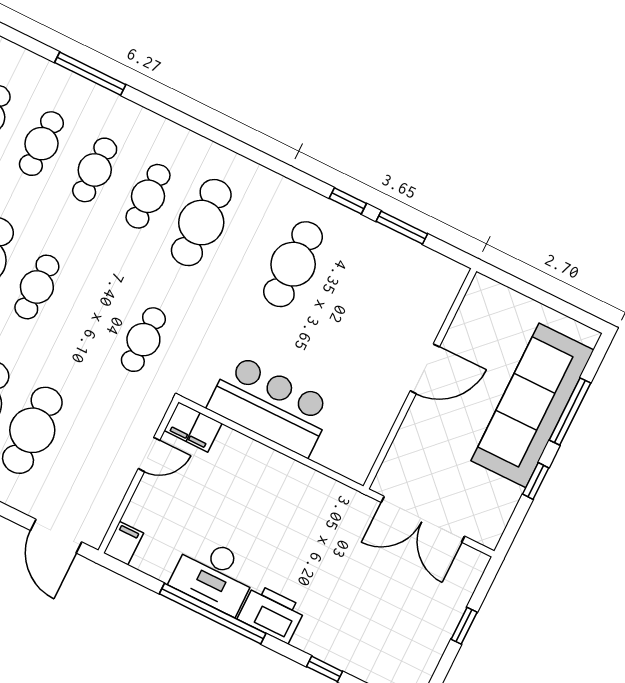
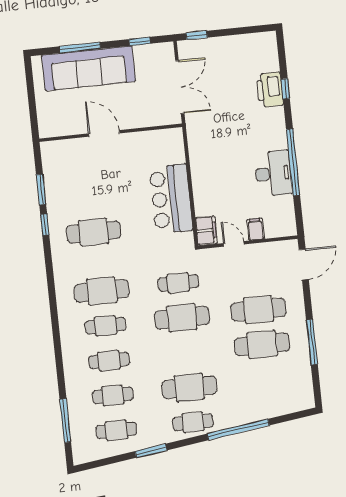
window: (90, 74) -> (65, 421), moved
cafe table: (37, 287) -> (182, 318), moved, width x1.37, depth x1.35
window: (536, 481) -> (140, 41), moved
filing cabinet: (124, 543) -> (256, 229), moved, turned 90
printer: (271, 613) -> (270, 90), moved
window: (464, 626) -> (197, 35), moved

